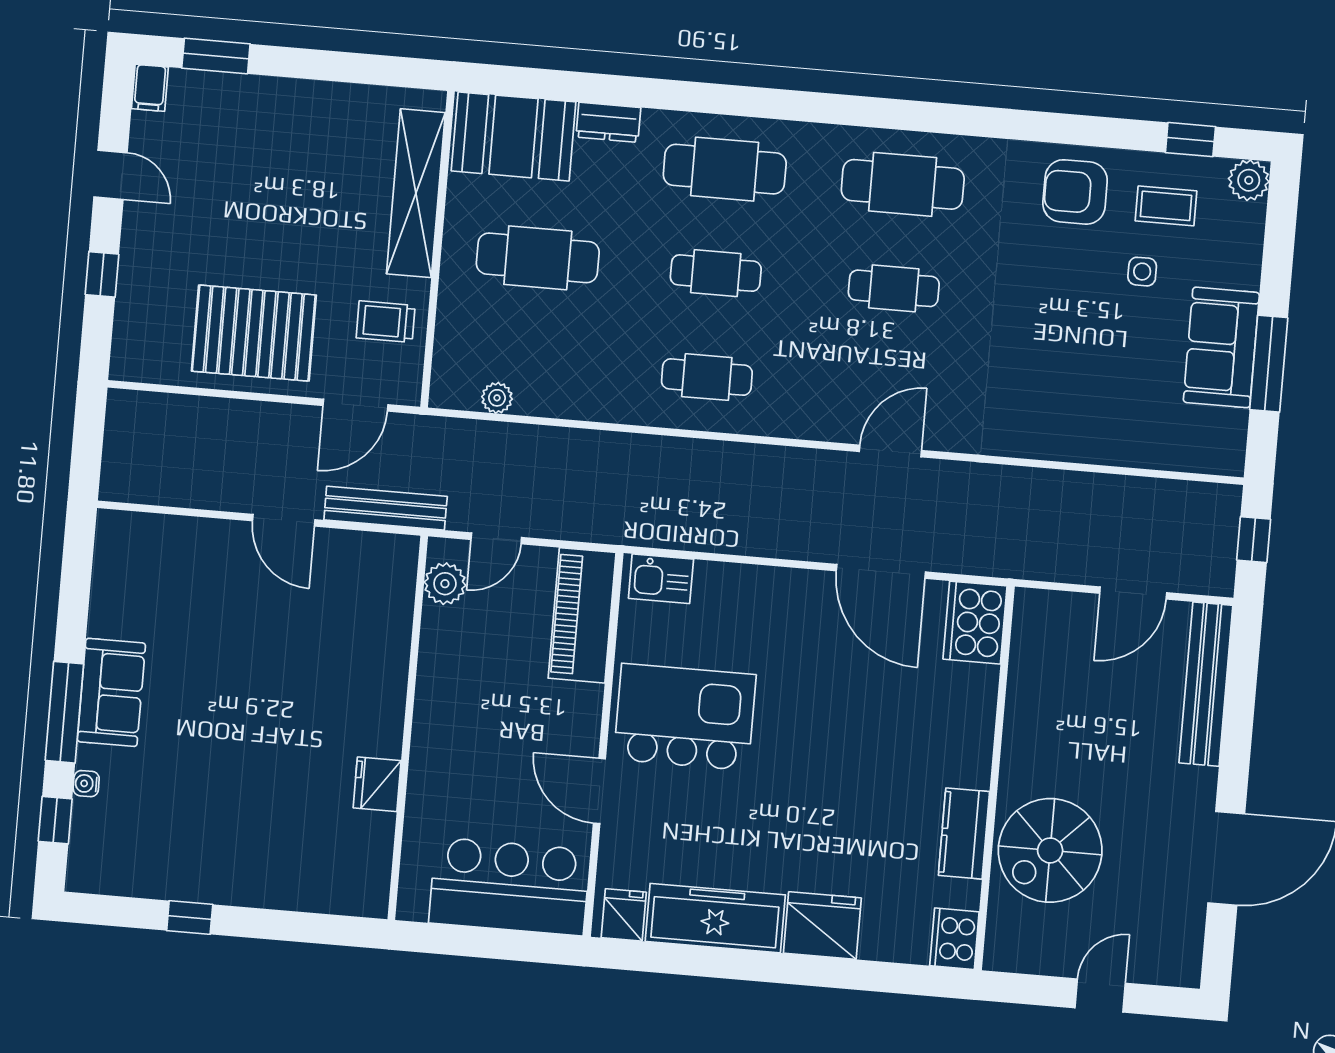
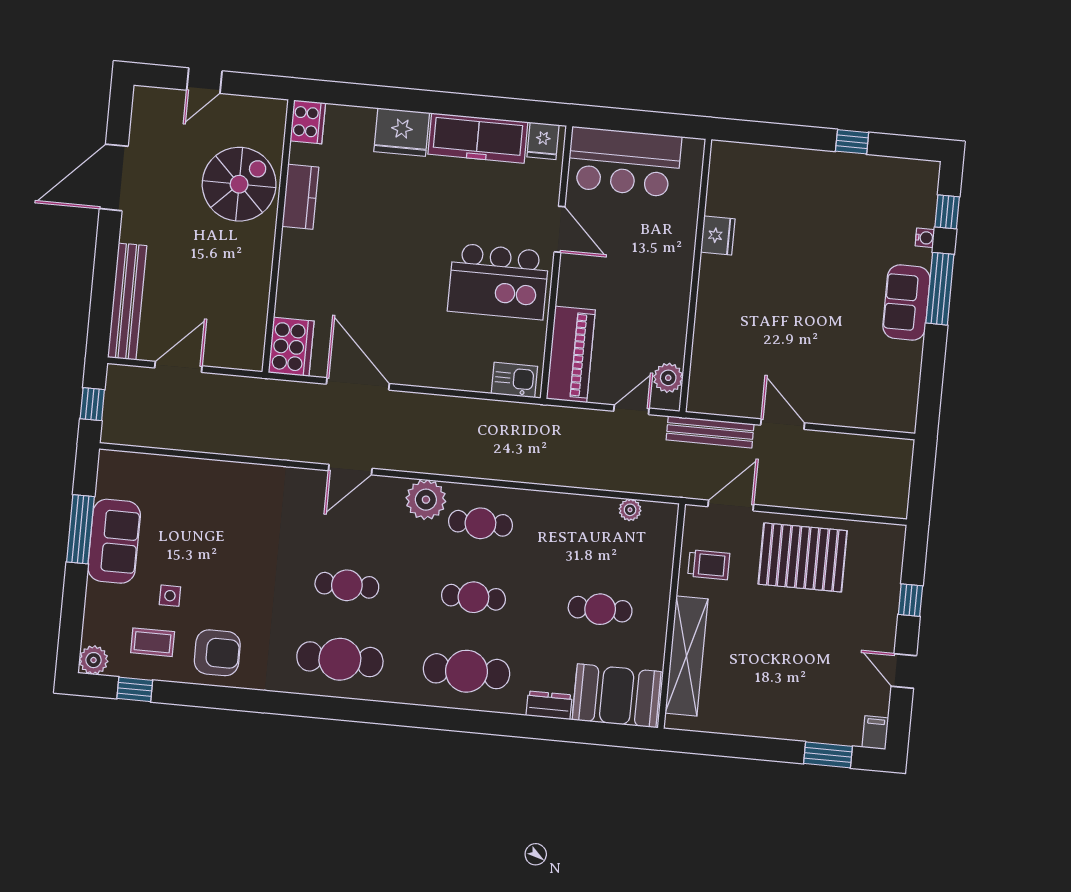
cafe table: (538, 258) -> (600, 609), width x0.73, depth x0.74
plant: (784, 410) -> (426, 500), added

